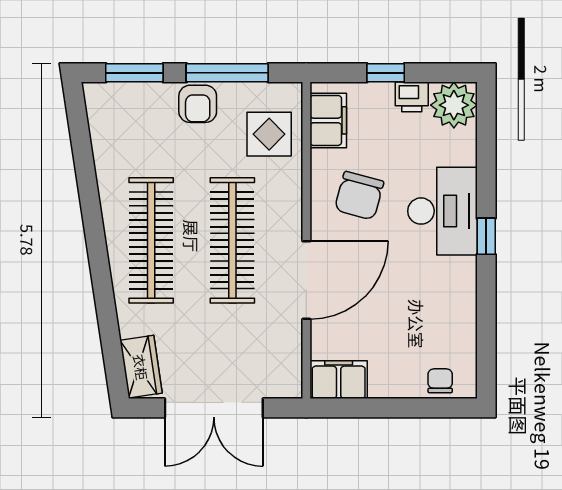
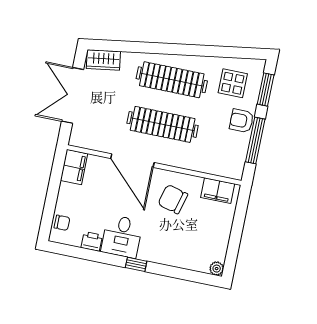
window: (386, 73) -> (237, 228), removed
printer: (412, 97) -> (92, 241), moved, turned 90
plant: (454, 105) -> (217, 269), width x0.53, depth x0.53
display table: (269, 134) -> (233, 83), moved
desk: (442, 211) -> (122, 236), moved, width x0.73

